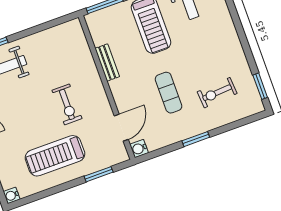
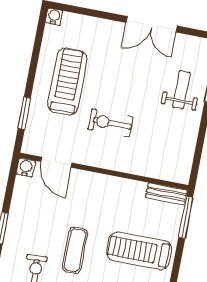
bench: (107, 62) -> (166, 194), moved
exercise mat: (169, 93) -> (75, 250), moved, turned 90

